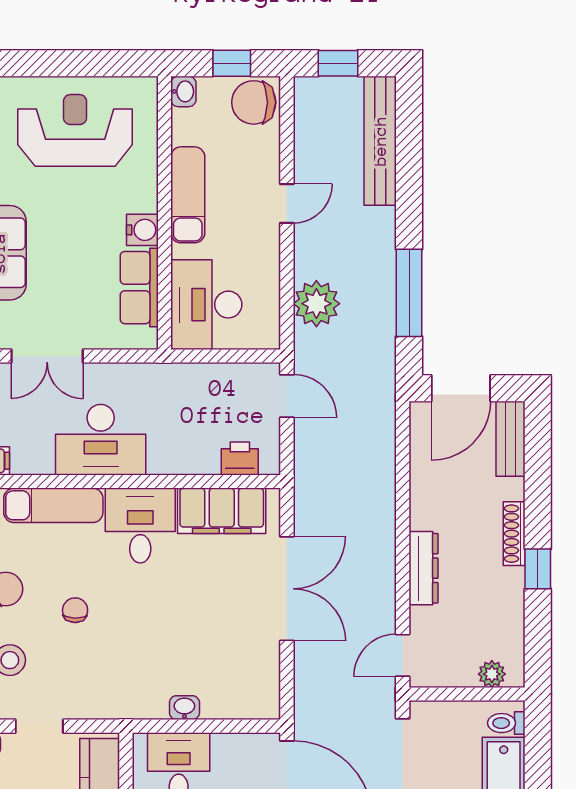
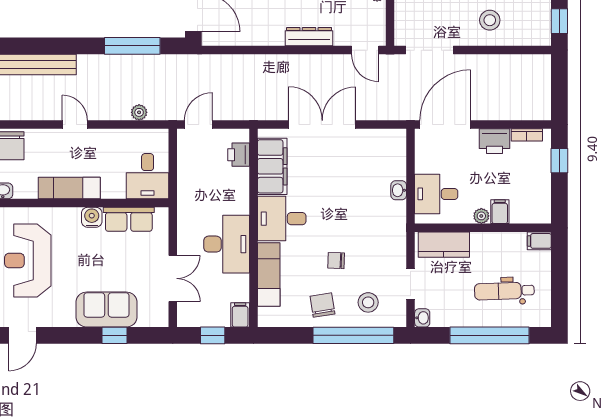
plant: (316, 304) -> (139, 112), width x0.53, depth x0.53
desk: (206, 305) -> (148, 176), width x0.73

